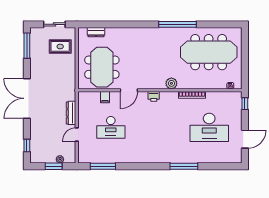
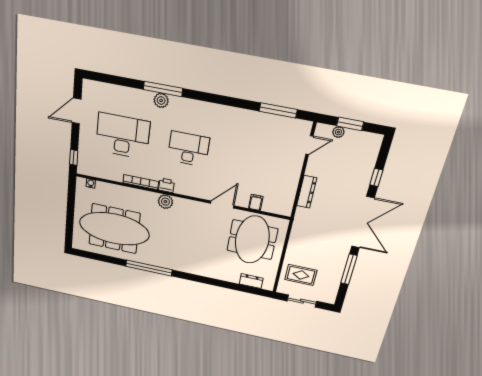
window: (27, 46) -> (349, 269), moved
printer: (154, 96) -> (166, 185), moved
desk: (111, 127) -> (188, 149), moved
door: (77, 135) -> (309, 145), moved
window: (27, 145) -> (376, 177), moved
plant: (184, 158) -> (161, 100), added

